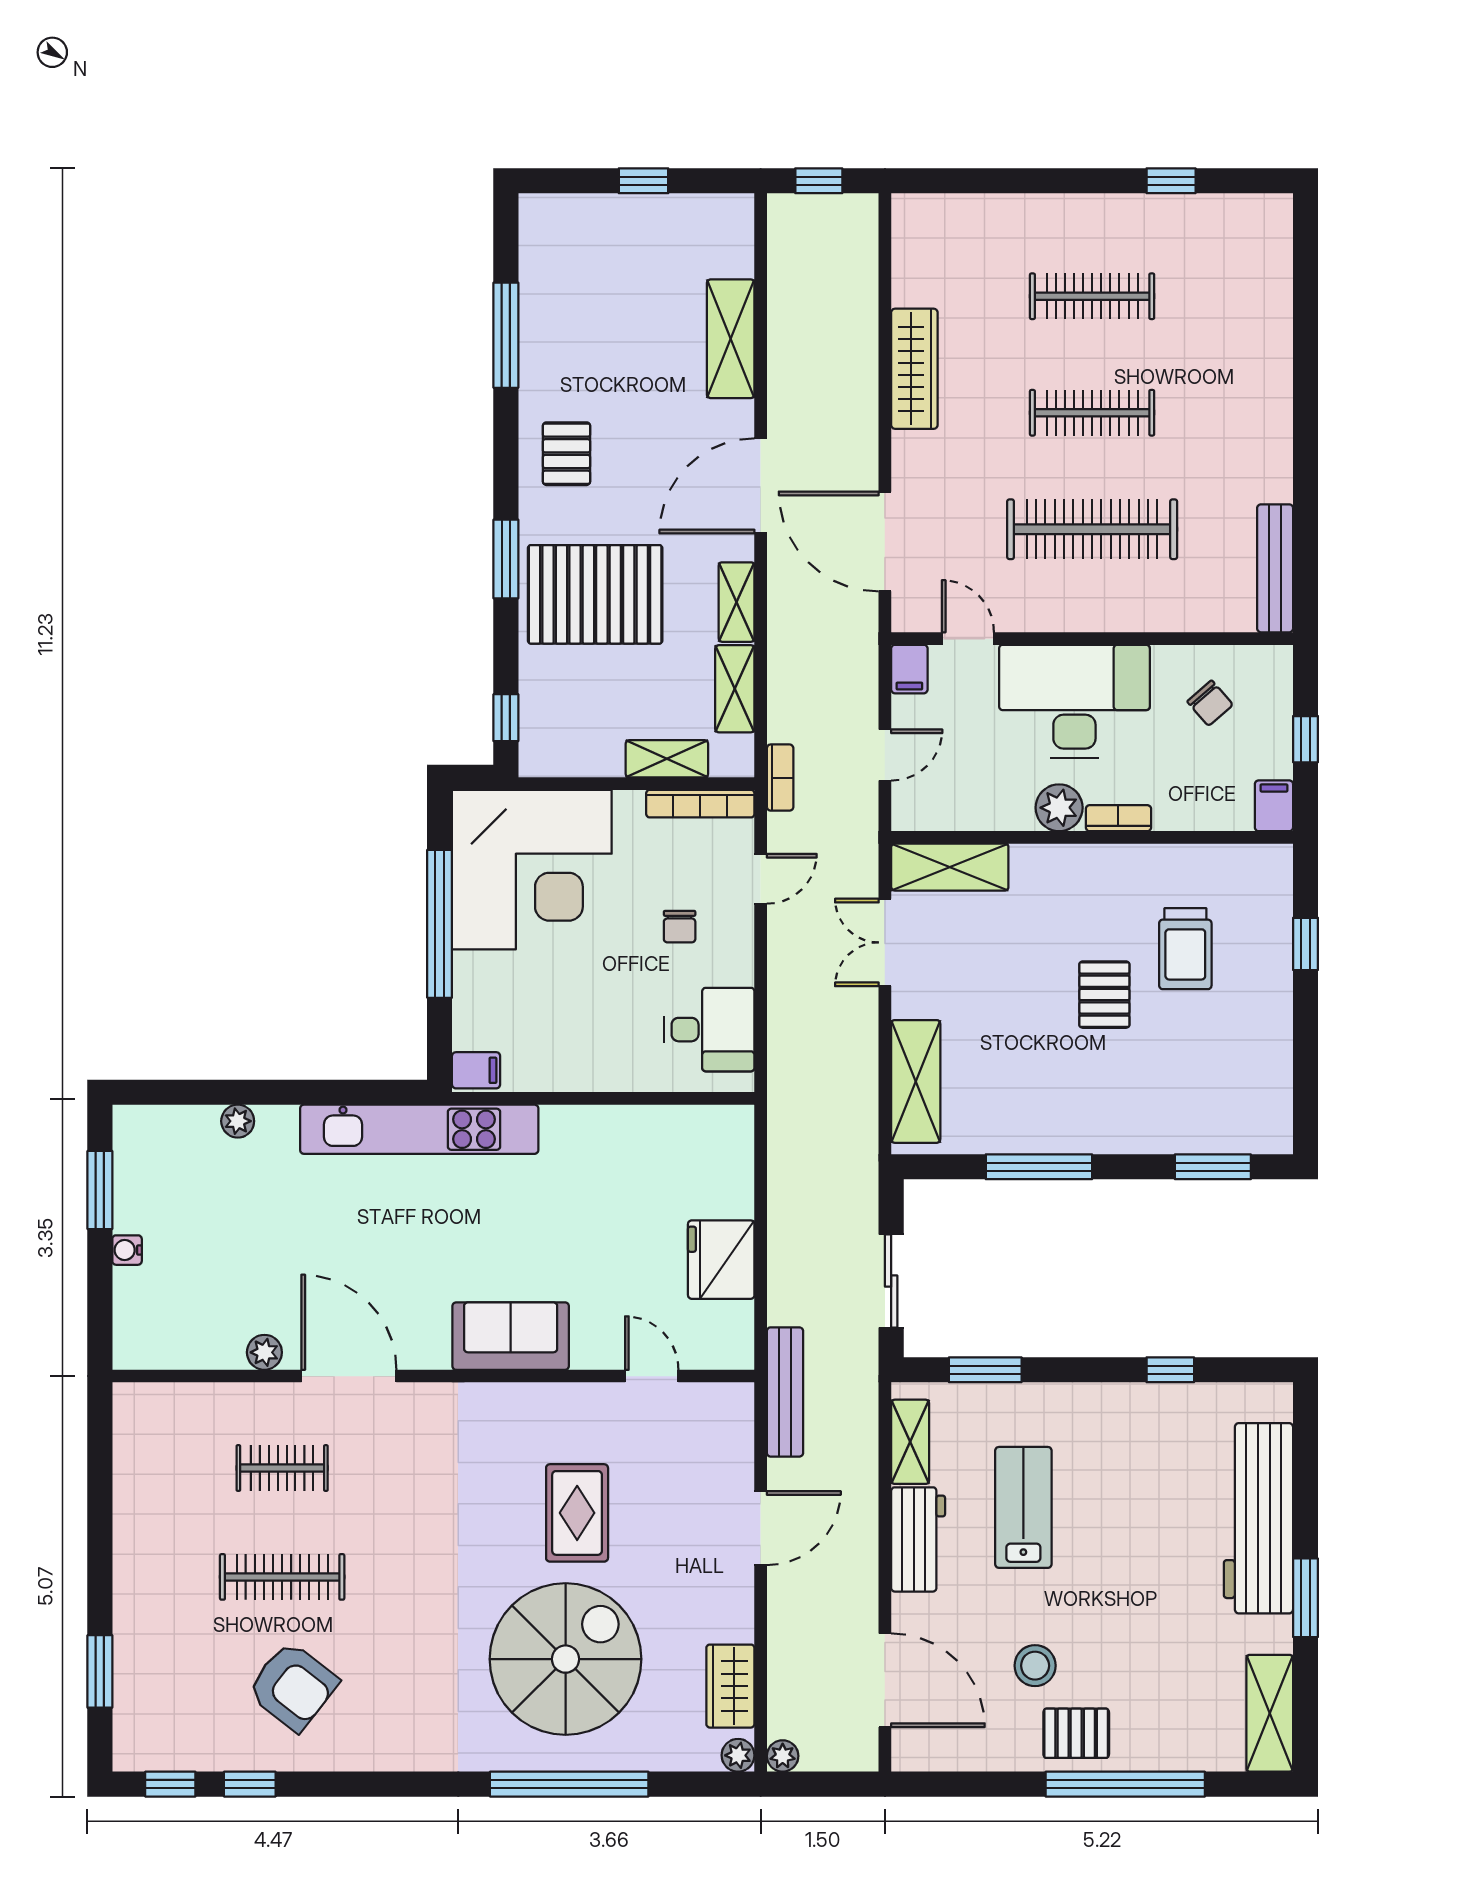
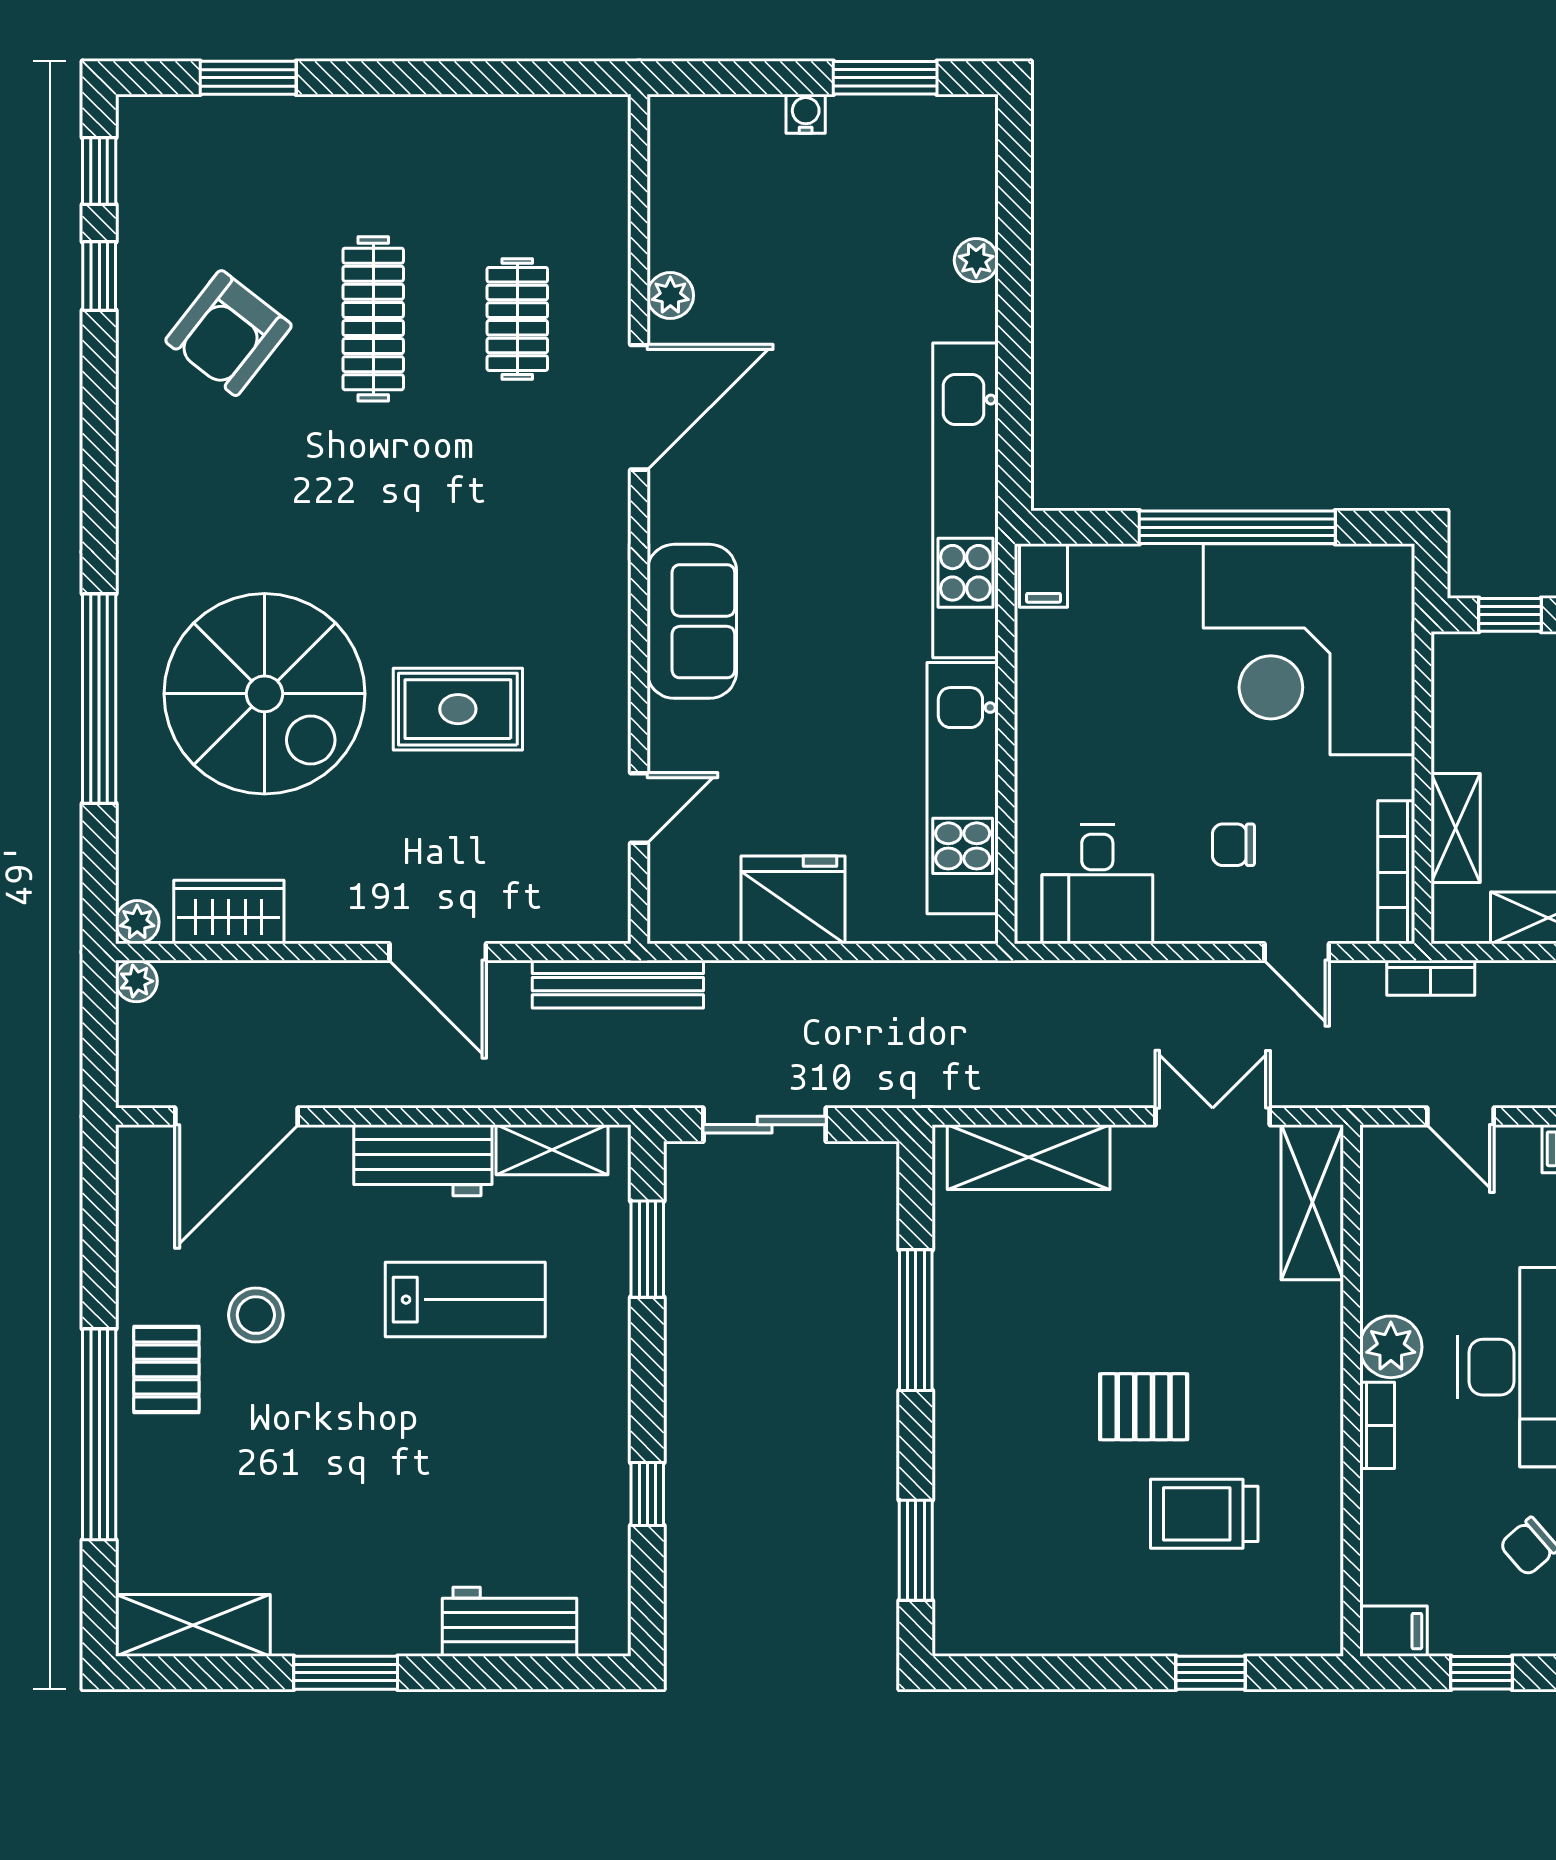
kitchen unit: (637, 1131) -> (963, 788), added
workbench: (1258, 1518) -> (510, 1622), width x0.53, depth x0.76

